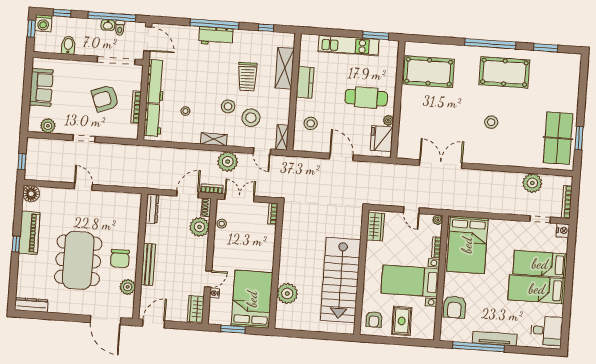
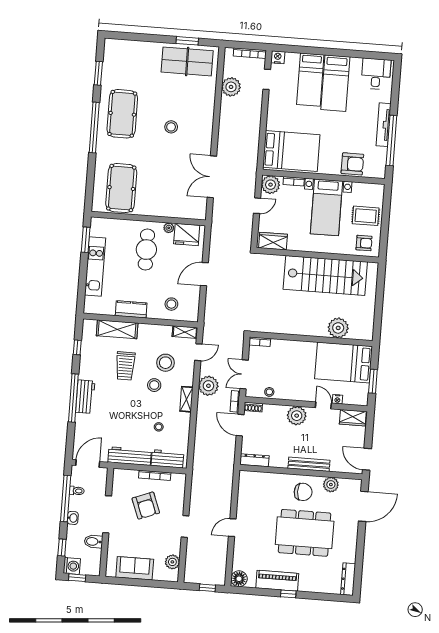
washbasin: (108, 25) -> (73, 518), moved
doorway: (116, 60) -> (107, 514), moved
trolley: (247, 77) -> (125, 366), turned 92
plant: (438, 220) -> (271, 185), width x1.87, depth x1.87
plant: (199, 227) -> (297, 416), moved

